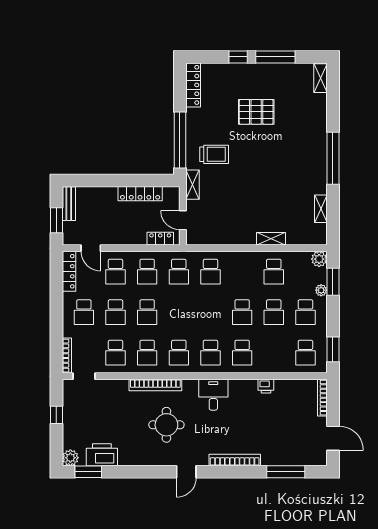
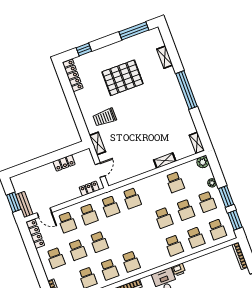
window: (238, 57) -> (84, 50), moved
window: (275, 57) -> (134, 31), moved
shelving: (320, 78) -> (165, 57), moved
pallet: (256, 112) -> (122, 78), width x1.37, depth x1.41
window: (180, 140) -> (78, 116), removed
trolley: (214, 154) -> (105, 117), turned 180
locker: (140, 194) -> (64, 163), width x0.66
bench: (69, 204) -> (24, 205), moved
shelving: (321, 209) -> (197, 143), moved
door: (183, 220) -> (100, 170), swing flipped
window: (333, 282) -> (226, 196), moved
school desk: (210, 353) -> (196, 237), moved
printer: (266, 386) -> (179, 270), moved

